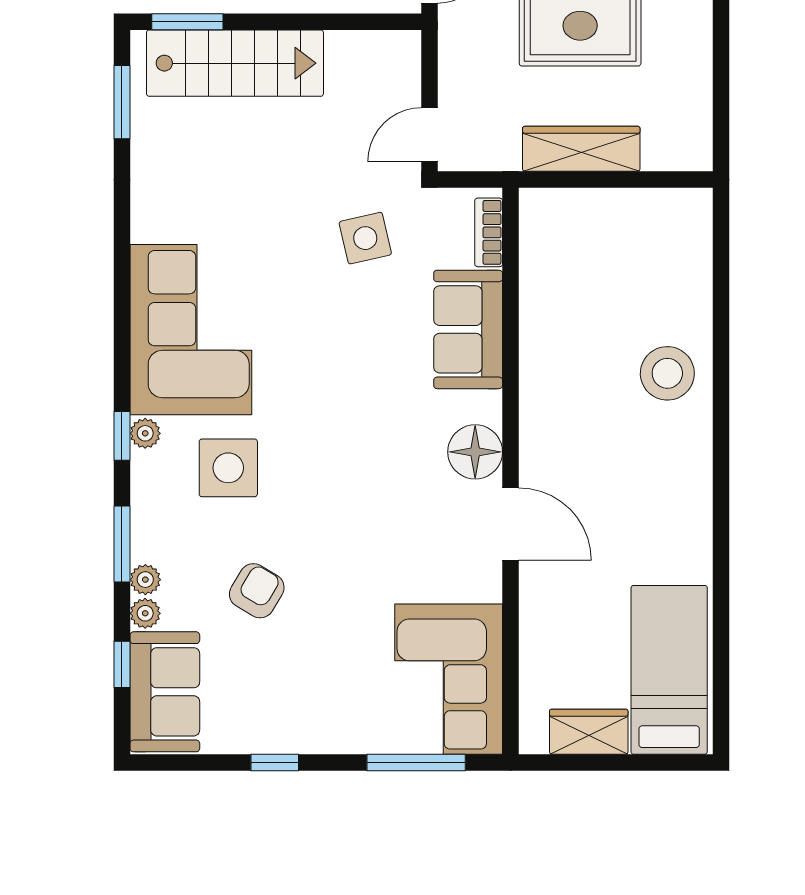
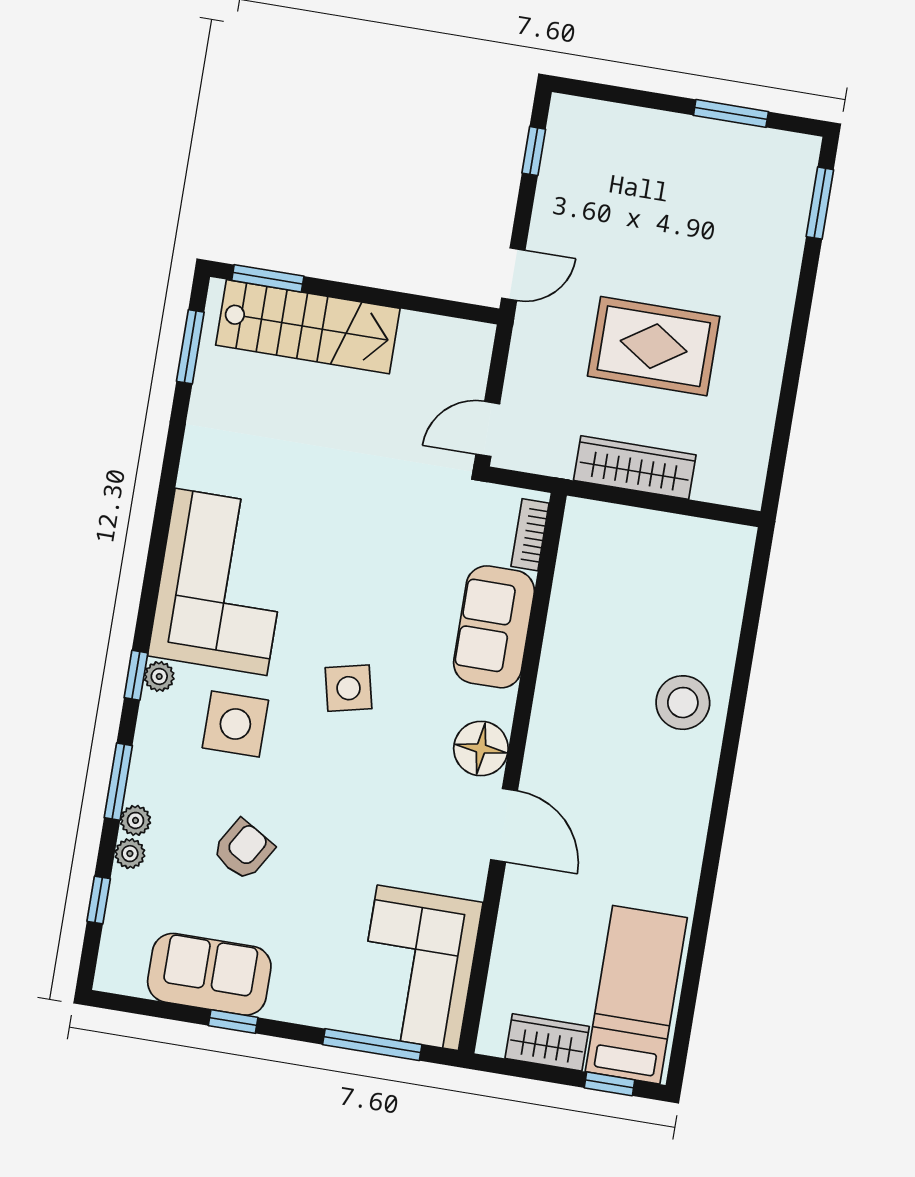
side table: (365, 238) -> (349, 688), moved
sofa: (165, 692) -> (209, 974), moved, turned -90
window: (657, 762) -> (610, 1084), added

